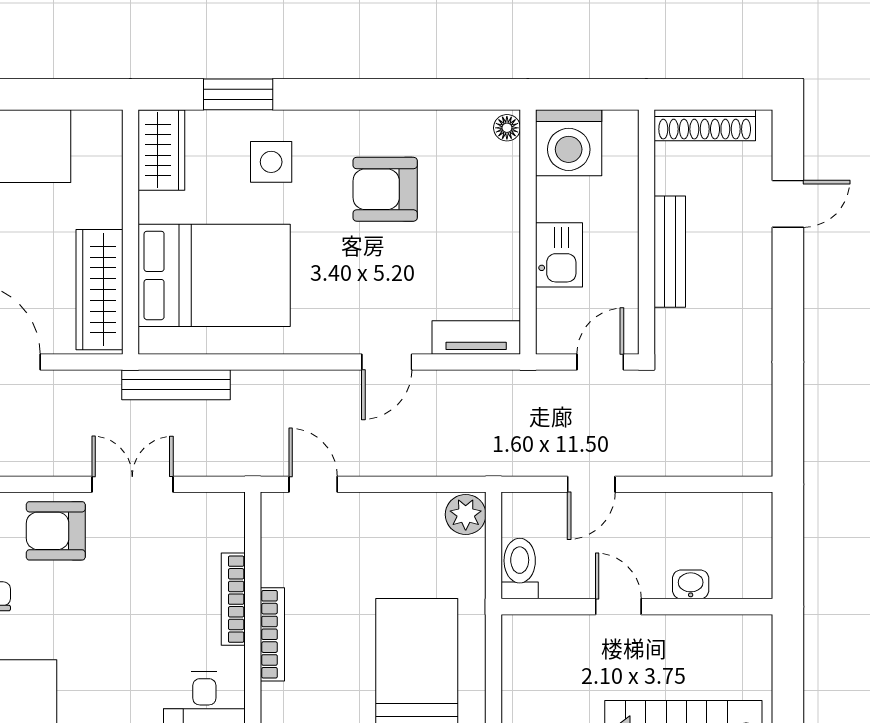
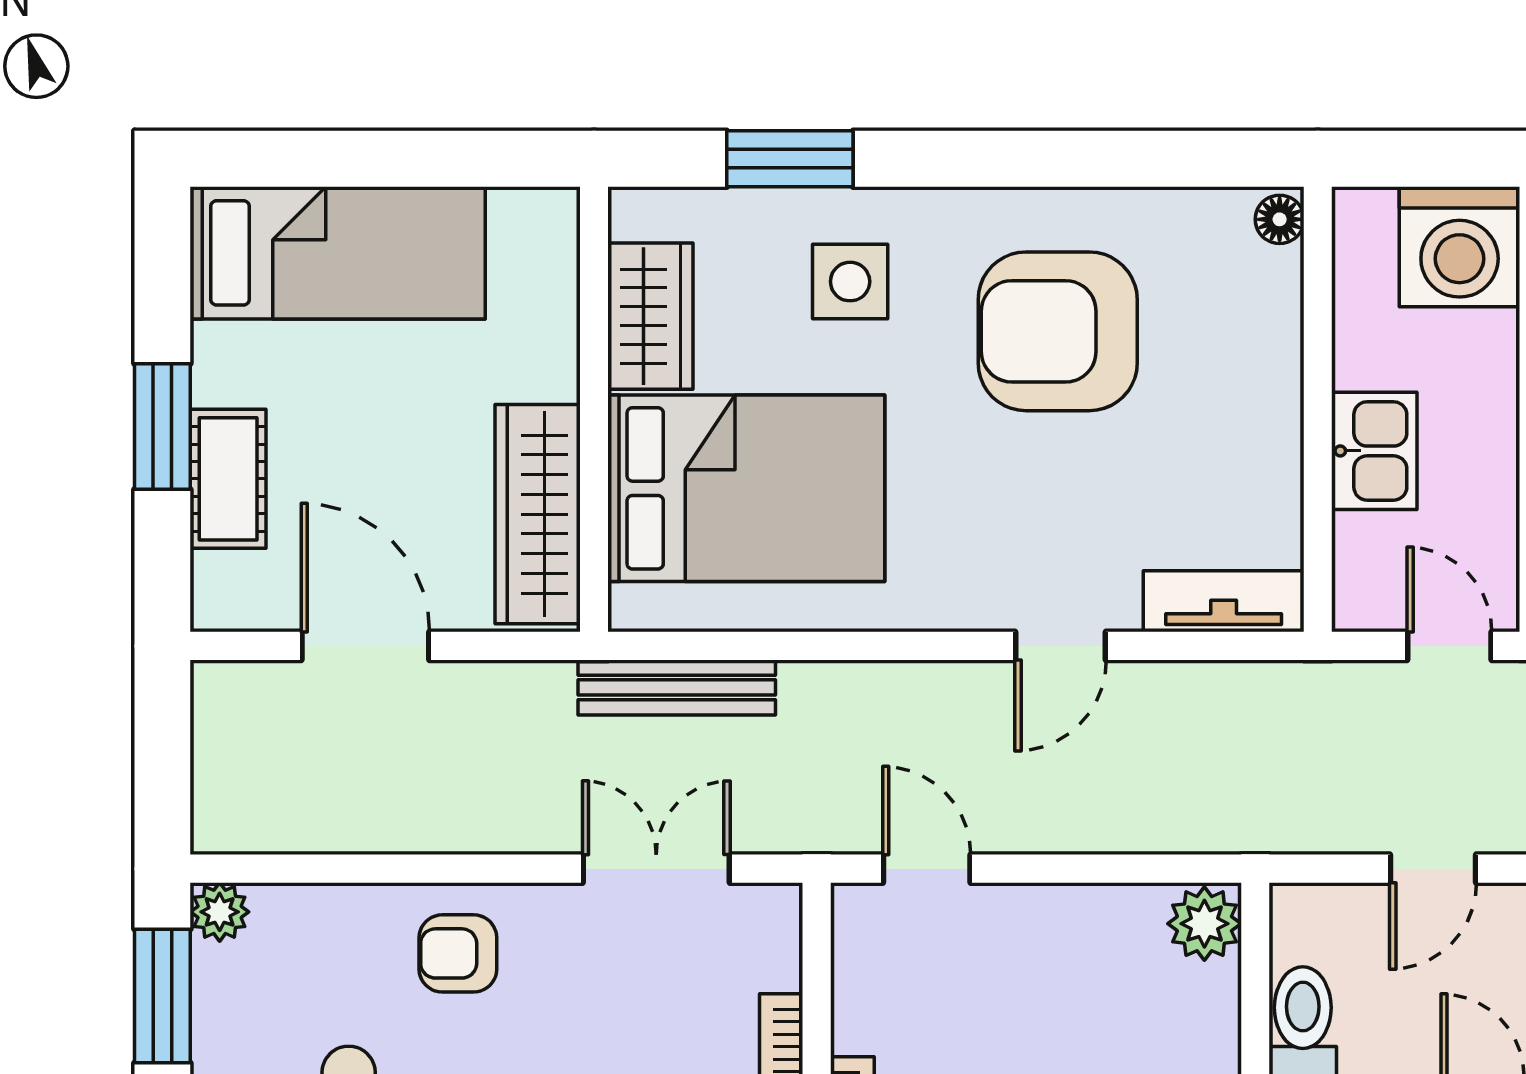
washing machine: (569, 143) -> (1460, 247), moved
wardrobe: (161, 150) -> (650, 316), moved
armchair: (385, 189) -> (1058, 331), width x1.36, depth x1.36
door: (600, 362) -> (1449, 646), hinge flipped
double door: (132, 484) -> (656, 869), moved
armchair: (56, 531) -> (458, 953), width x0.72, depth x0.72

